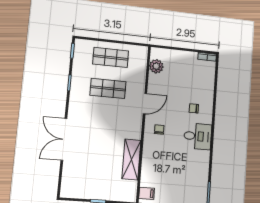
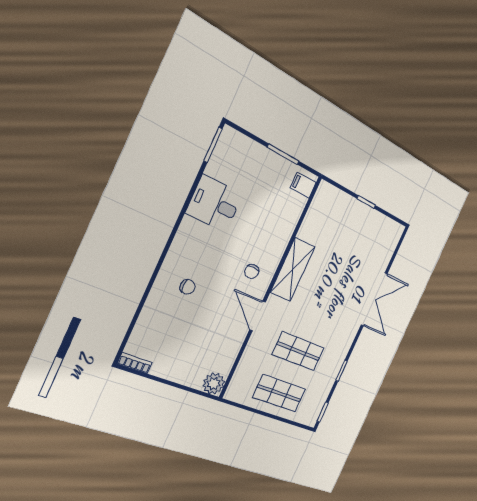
plant: (156, 66) -> (214, 384), moved
door: (145, 104) -> (258, 316), hinge flipped
desk: (198, 136) -> (214, 203), moved
shelving: (131, 159) -> (293, 270), moved

